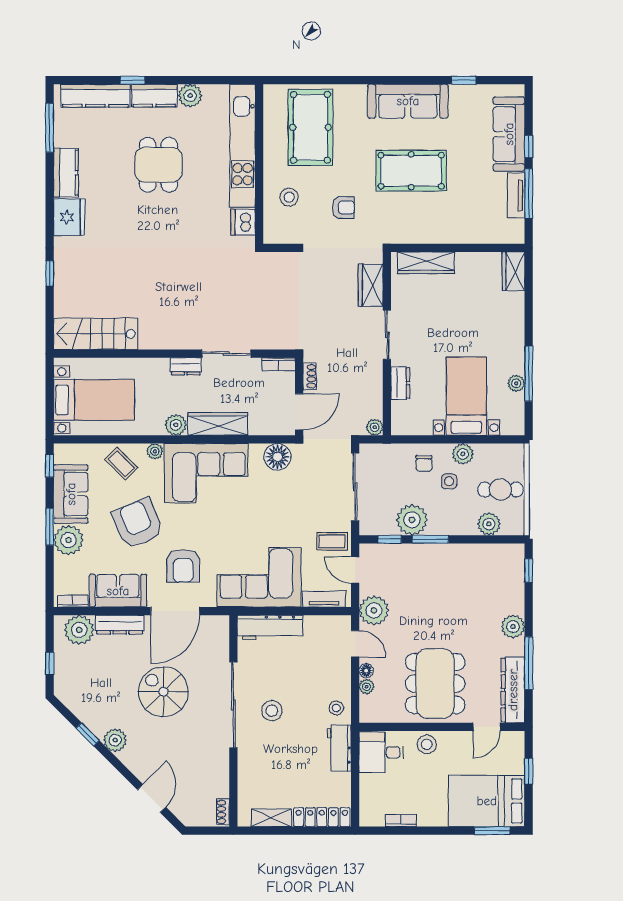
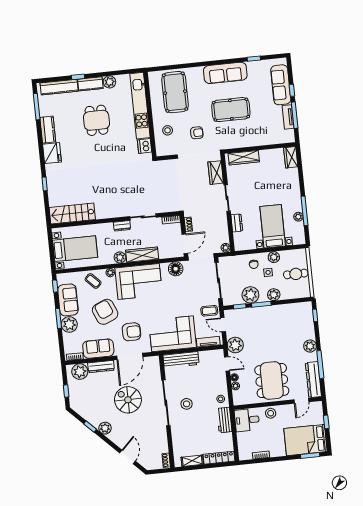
plant: (489, 524) -> (274, 295), moved
armchair: (183, 566) -> (131, 332), turned -90

